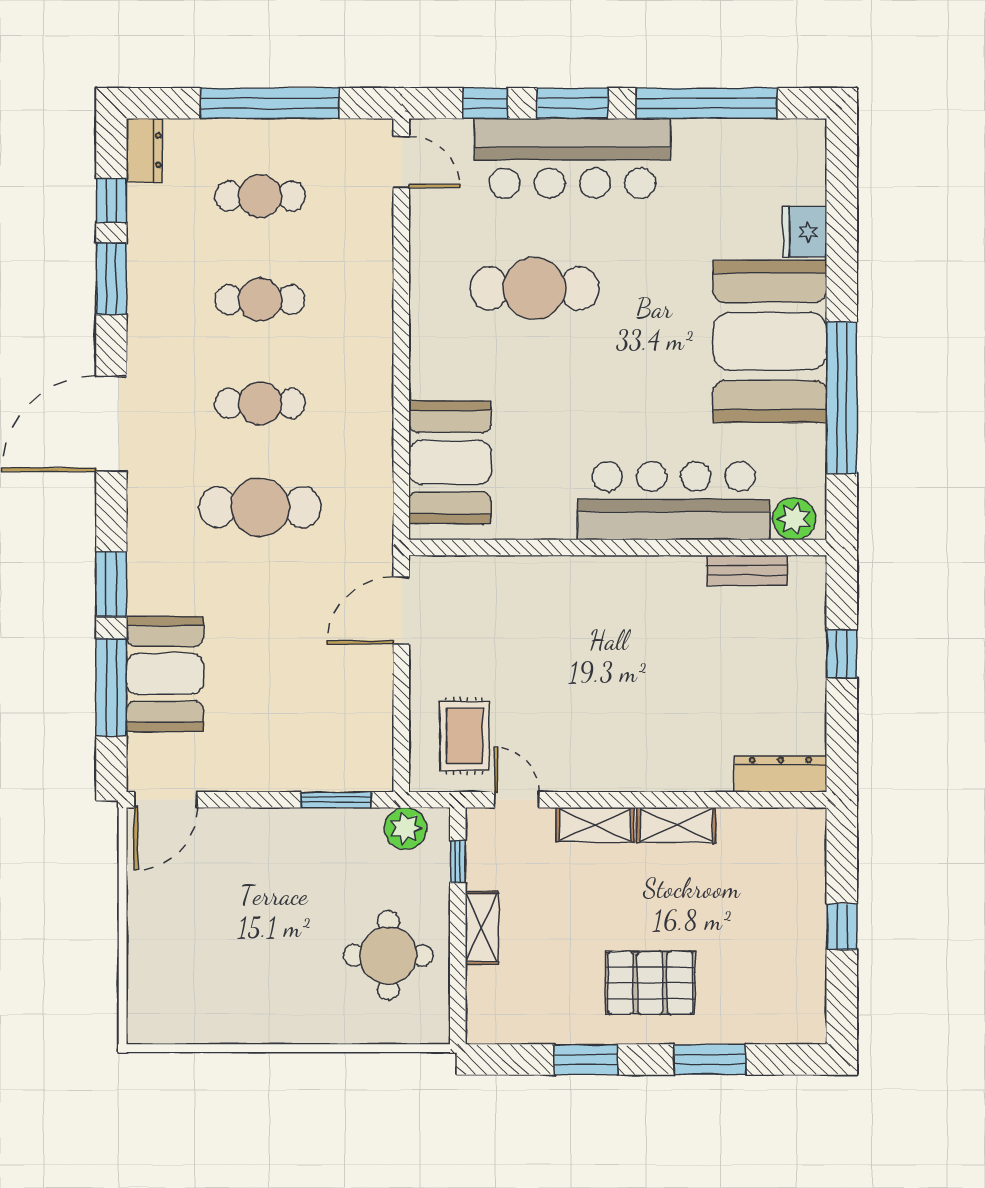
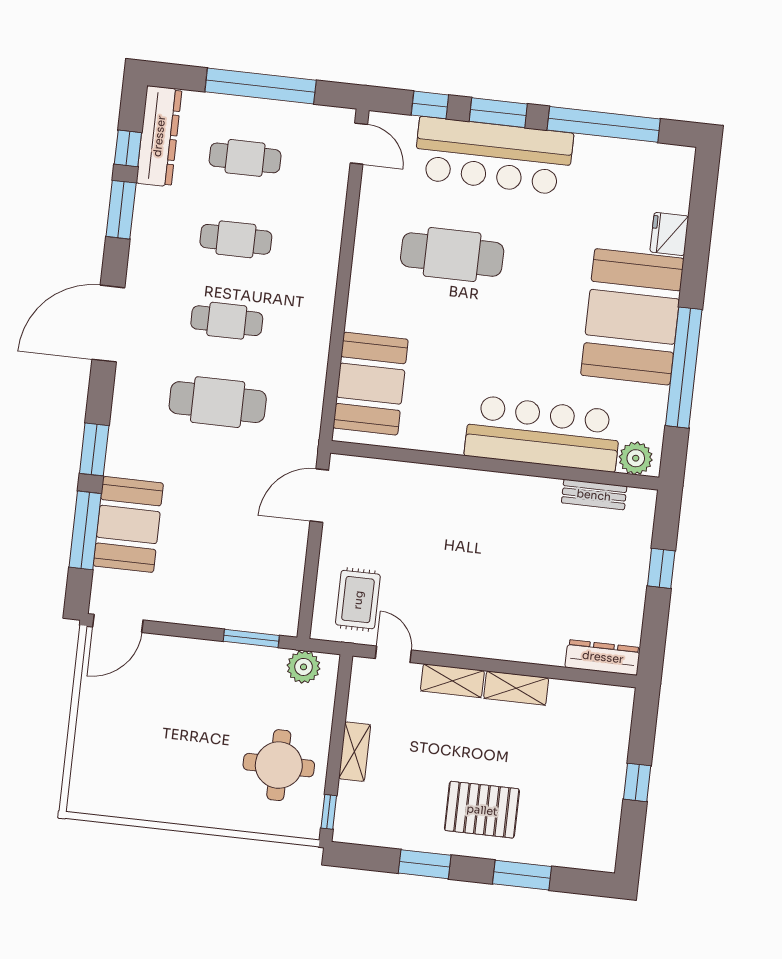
dresser: (144, 150) -> (159, 136), width x1.96, depth x1.24
window: (458, 862) -> (329, 812), moved

